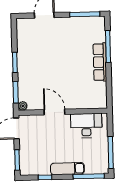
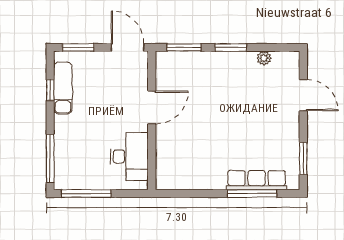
window: (85, 14) -> (303, 159), width x0.69
row of seats: (100, 62) -> (257, 180), moved
plant: (23, 106) -> (264, 58), moved
exam couch: (67, 169) -> (63, 88), moved

